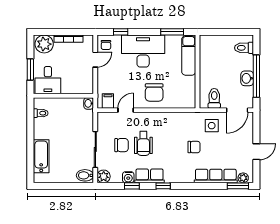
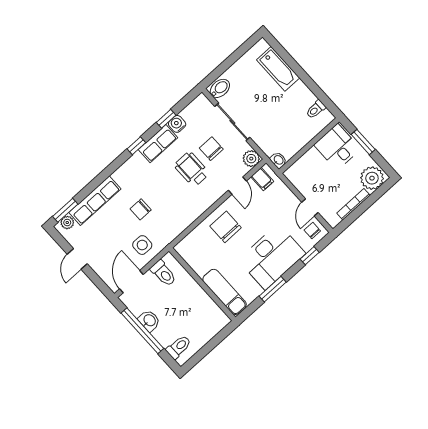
window: (172, 32) -> (273, 289), moved
chair: (121, 145) -> (211, 149), turned 90
plant: (104, 176) -> (251, 159), moved

